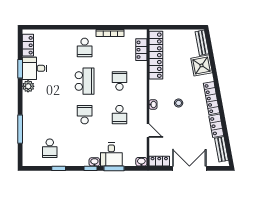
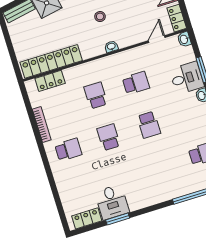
school desk: (85, 81) -> (109, 137), width x0.54
school desk: (119, 81) -> (96, 95), turned 90
plant: (28, 86) -> (136, 203), removed
school desk: (85, 115) -> (149, 125), turned -90
door: (148, 131) -> (157, 39), moved

